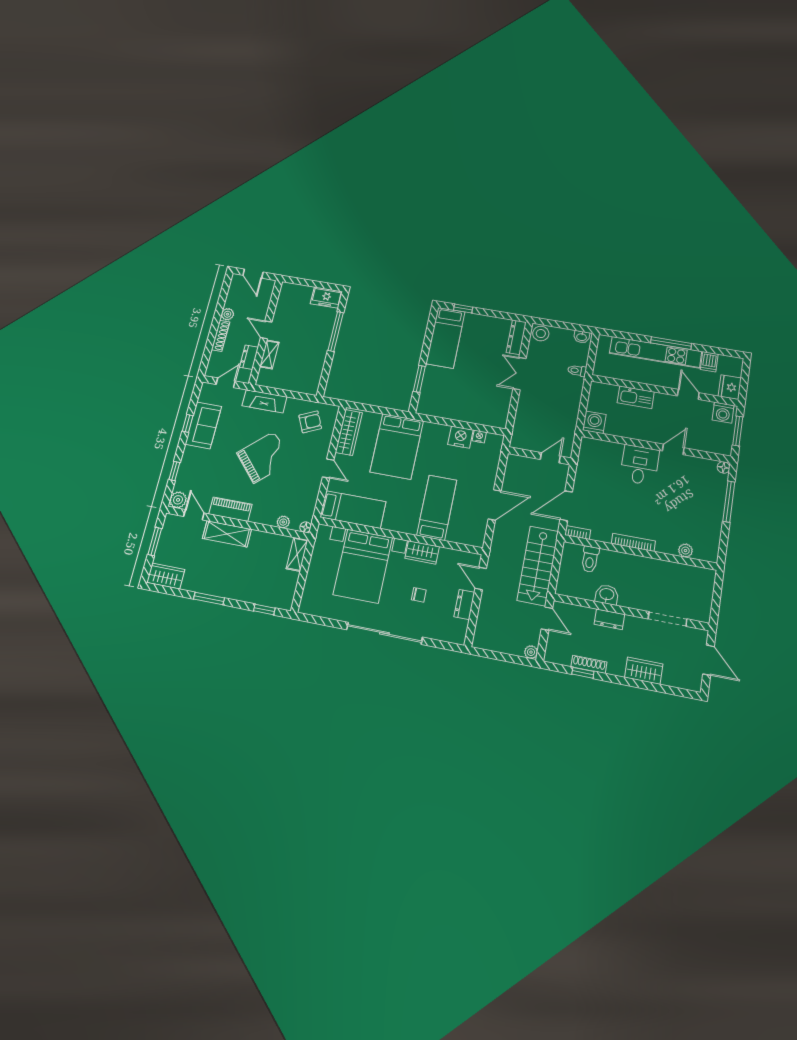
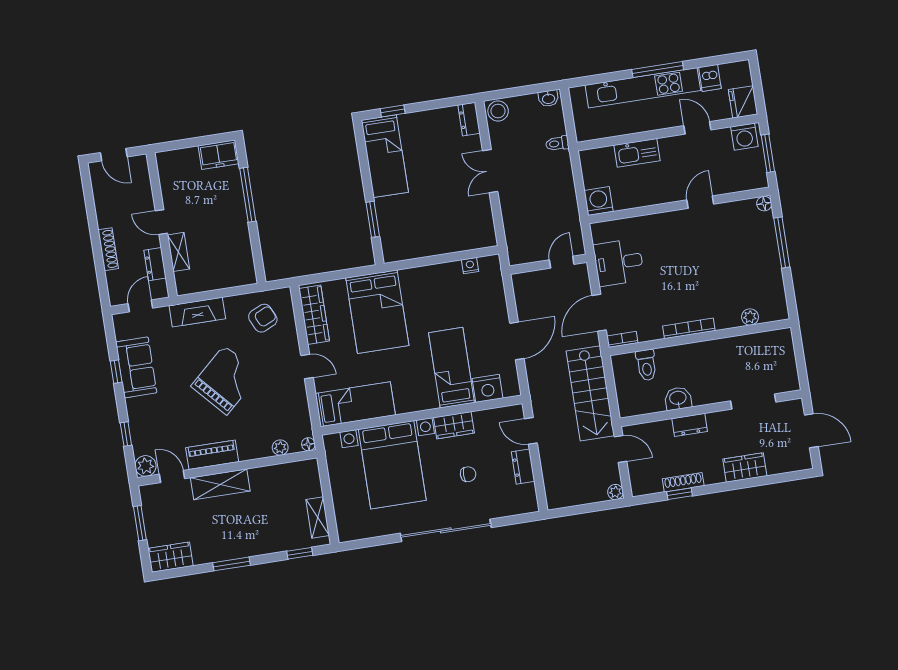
plant: (227, 314) -> (105, 219), removed
dresser: (516, 337) -> (469, 119), width x0.70
nightstand: (460, 437) -> (488, 388), moved, turned 180
desk: (640, 465) -> (619, 262), moved, turned -90
shelving: (297, 554) -> (318, 517), moved

